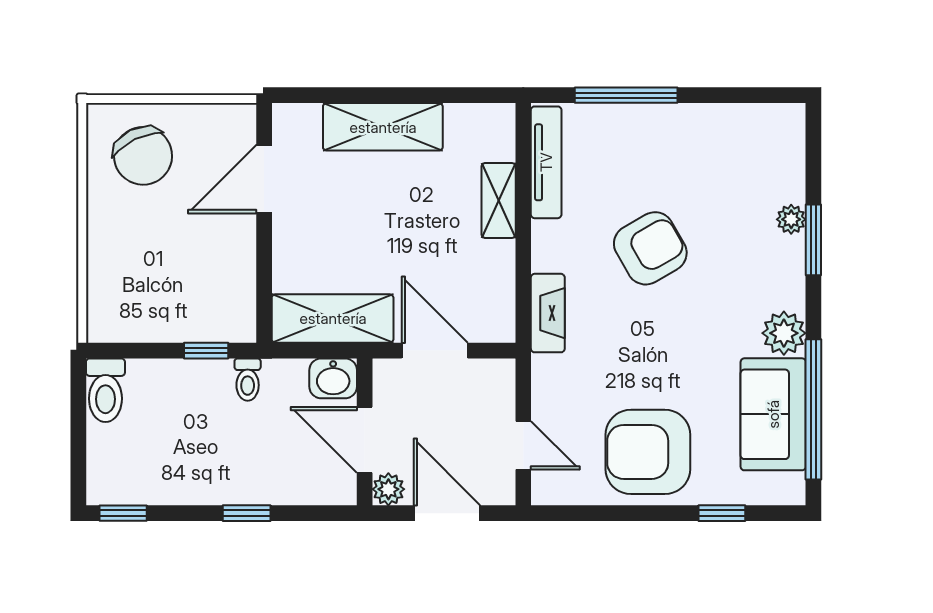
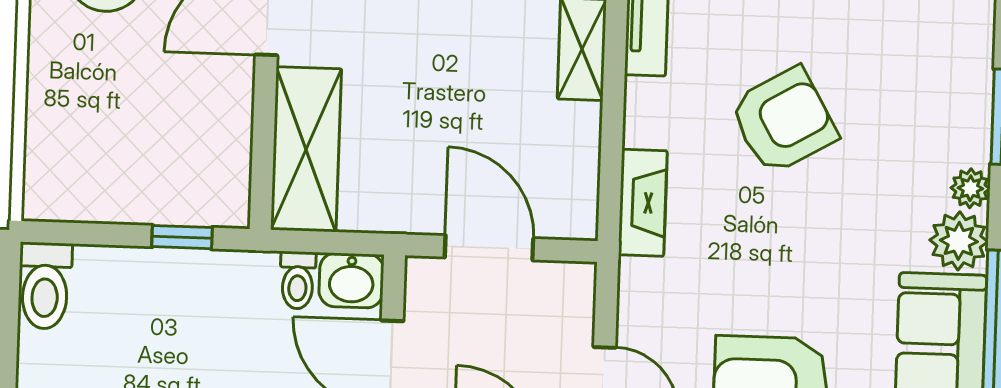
plant: (791, 219) -> (970, 188), moved
shelving: (333, 318) -> (306, 149), moved, turned 90
toilet: (248, 380) -> (298, 280), moved

